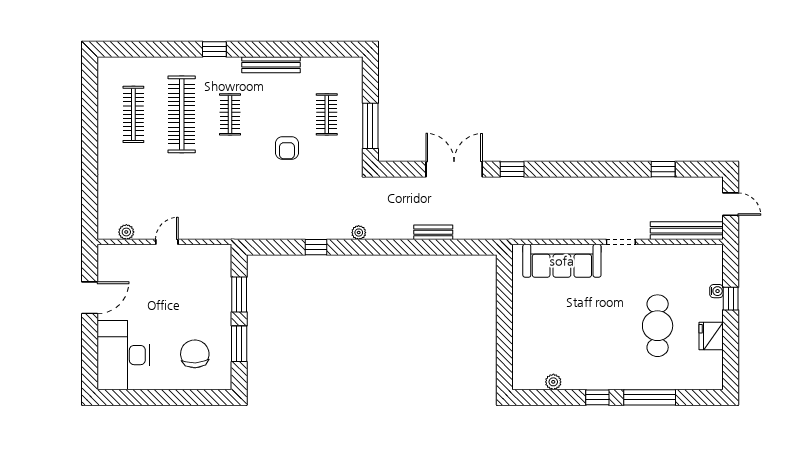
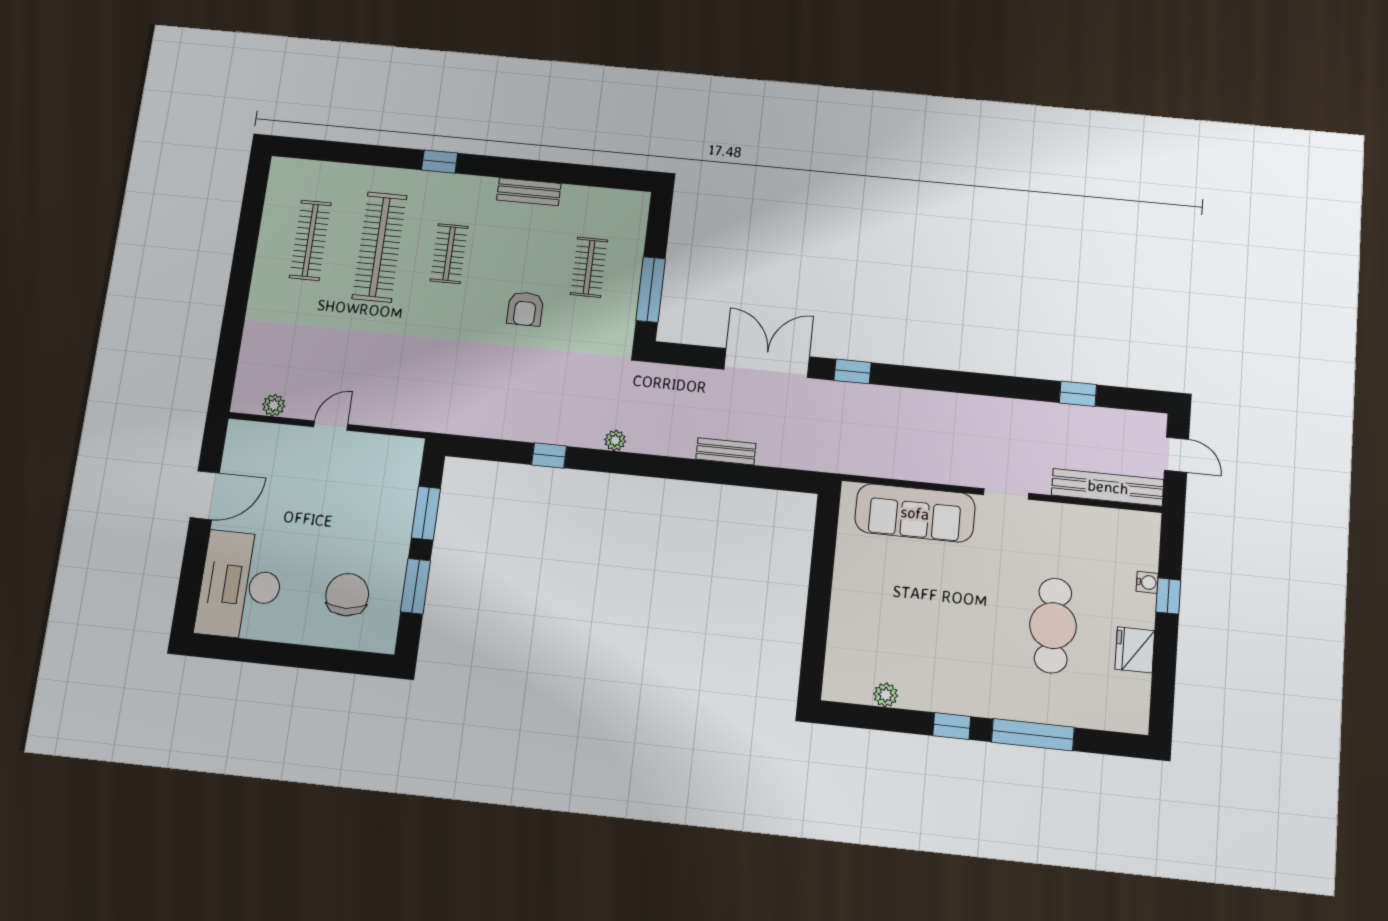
bench: (271, 65) -> (529, 192), width x0.73

